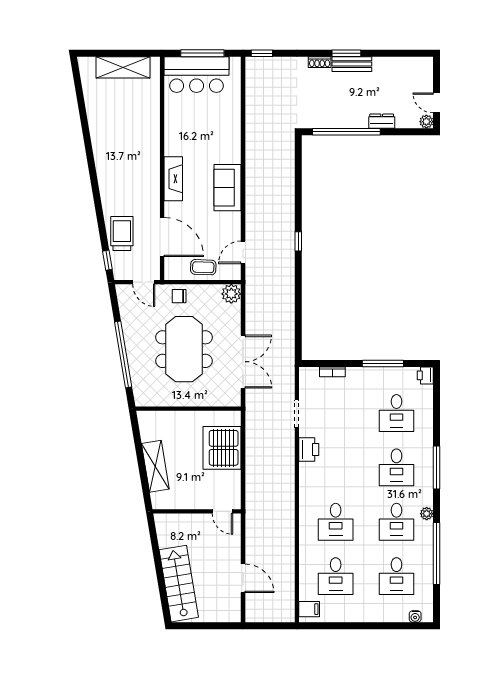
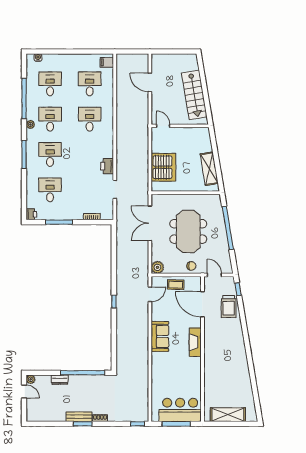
shelving: (155, 466) -> (209, 169), moved
stairs: (179, 584) -> (194, 95), moved

